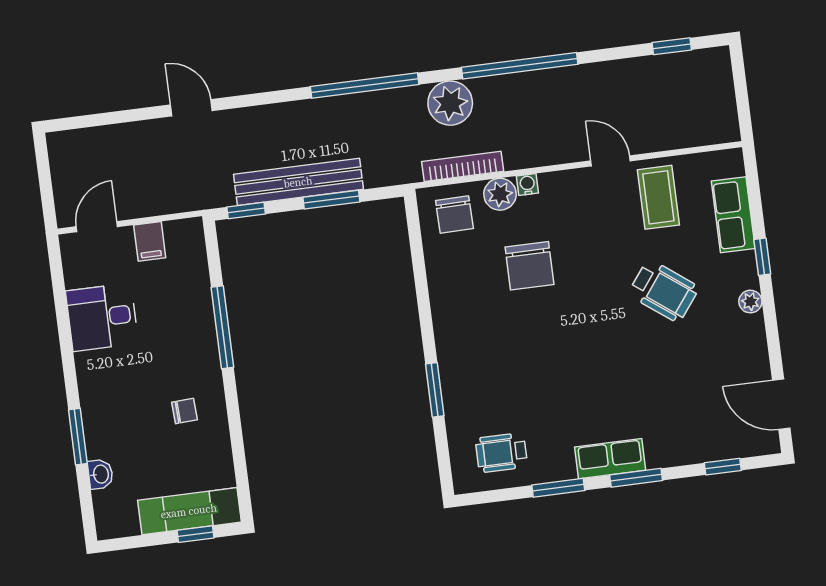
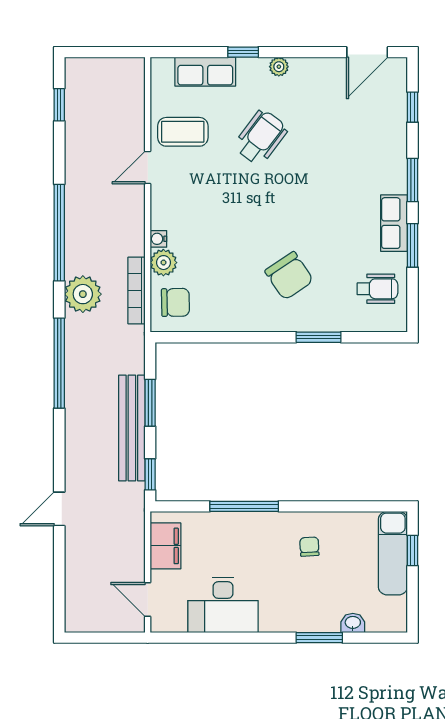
filing cabinet: (150, 241) -> (165, 546), width x2.00
chair: (530, 266) -> (289, 276), moved, turned 56
desk: (102, 317) -> (223, 605), width x1.37
wheelchair: (501, 453) -> (377, 289), turned -90
row of seats: (610, 459) -> (394, 223), moved

